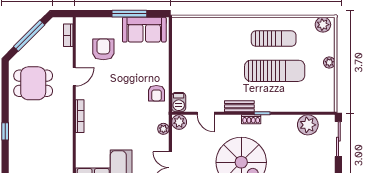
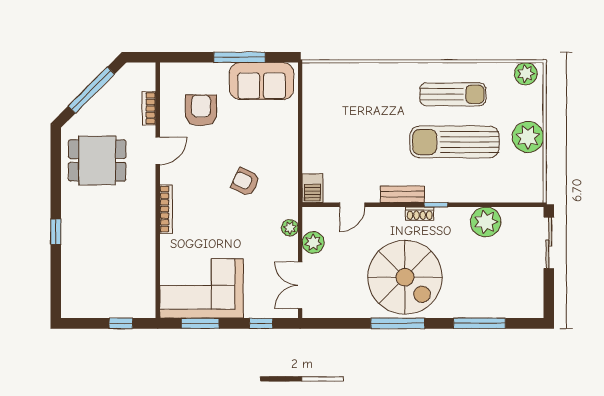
bookcase: (68, 35) -> (149, 108), moved
plant: (329, 62) -> (528, 137), width x1.88, depth x1.88
sun lounger: (275, 71) -> (454, 142), turned 180
armchair: (156, 93) -> (245, 182), moved, turned 115
door: (206, 113) -> (352, 205), hinge flipped
plant: (179, 122) -> (313, 243), moved
plant: (308, 125) -> (486, 222), moved

